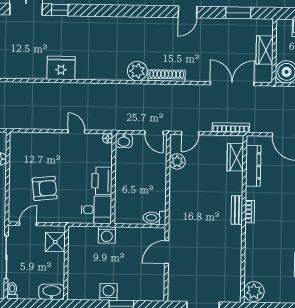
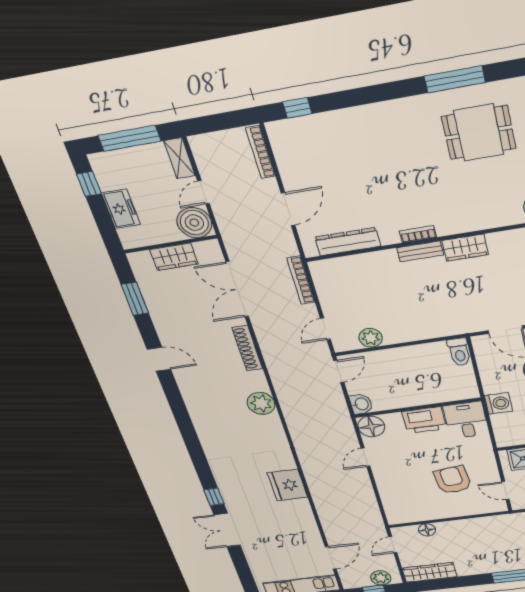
shoe rack: (167, 76) -> (247, 348), moved
door: (190, 133) -> (325, 329), swing flipped
floor lamp: (108, 138) -> (371, 426), width x1.89, depth x1.89
wardrobe: (235, 157) -> (465, 248), moved

